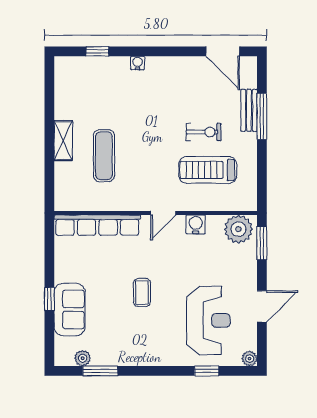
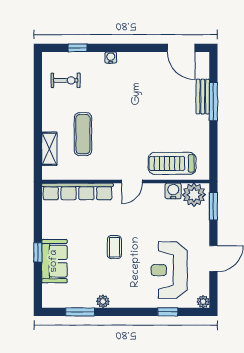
exercise bike: (204, 132) -> (66, 80), moved
shelving: (63, 141) -> (49, 149), moved
treadmill: (208, 170) -> (172, 163), moved
water cooler: (196, 224) -> (173, 191), moved
reception desk: (208, 320) -> (169, 270), turned 180
plant: (83, 358) -> (103, 301), moved

